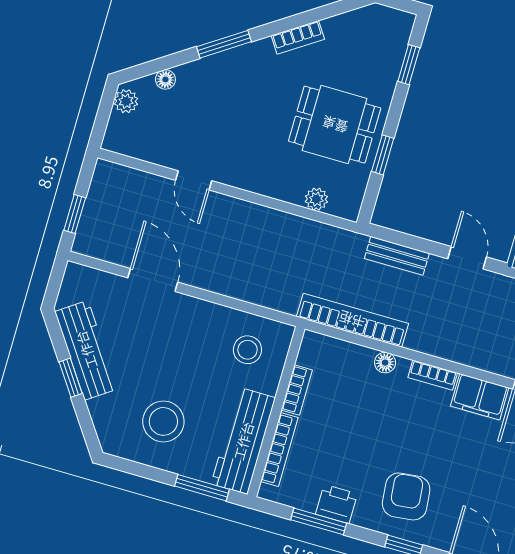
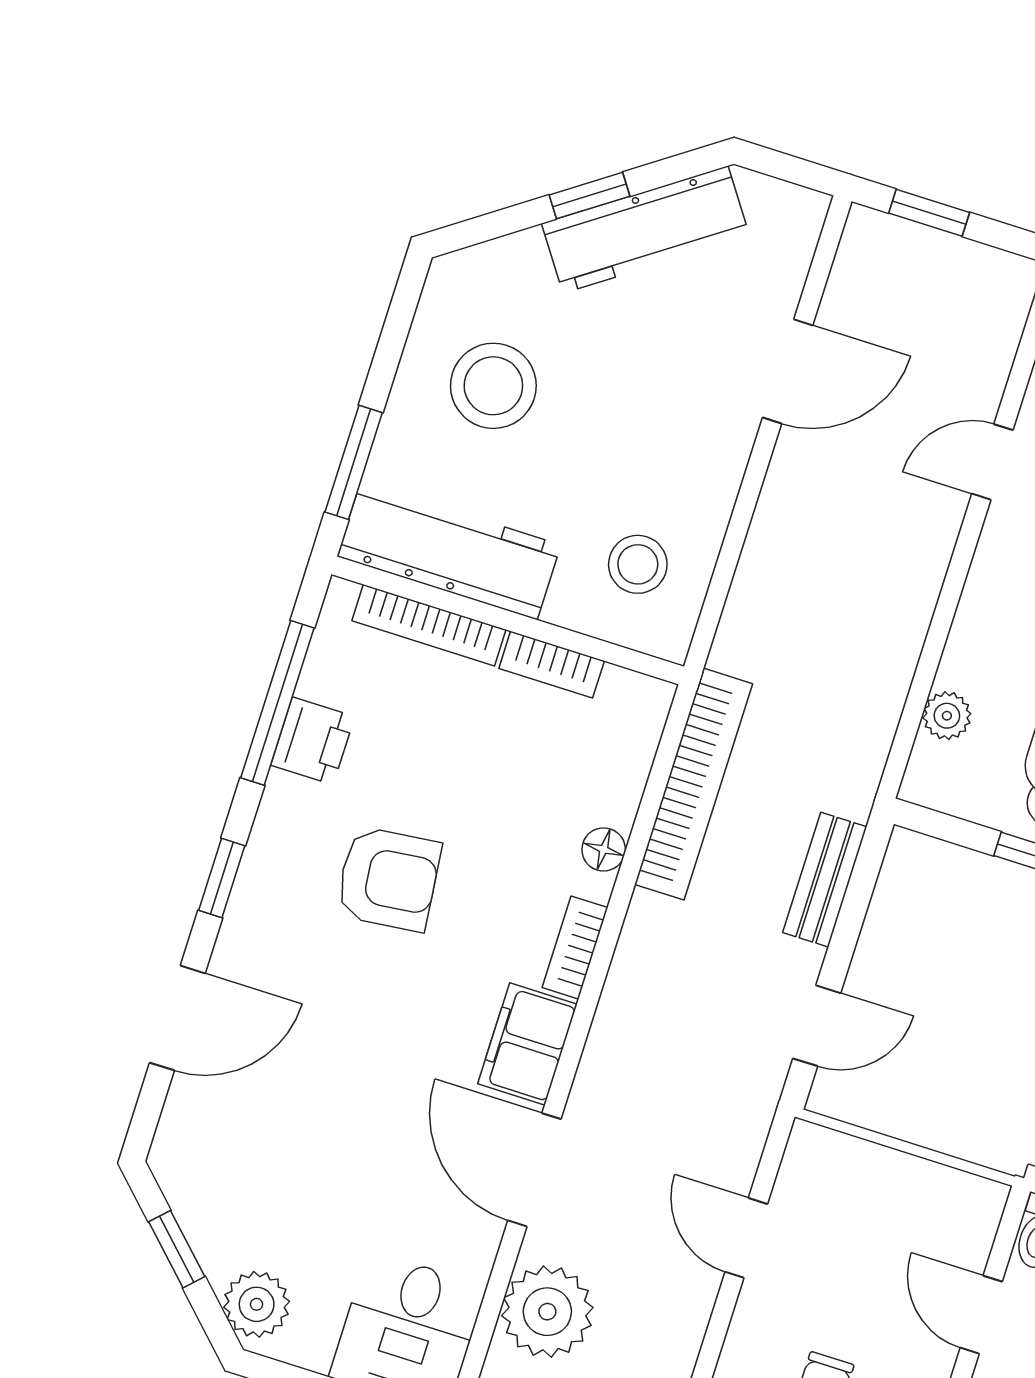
armchair: (406, 496) -> (388, 879), moved
window: (319, 521) -> (277, 703), width x1.44

